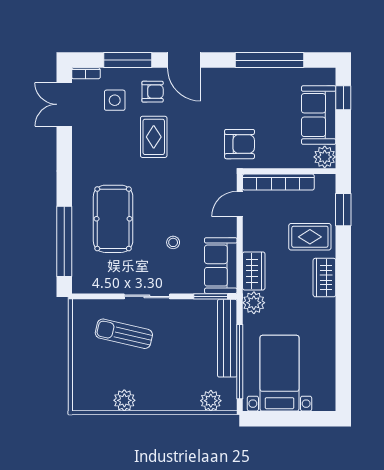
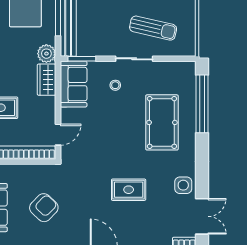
armchair: (153, 92) -> (130, 227), removed
side table: (115, 100) -> (183, 185), moved
rug: (154, 137) -> (129, 190), turned 90
armchair: (240, 144) -> (44, 208), moved, turned 134
stool: (173, 242) -> (115, 85), moved

